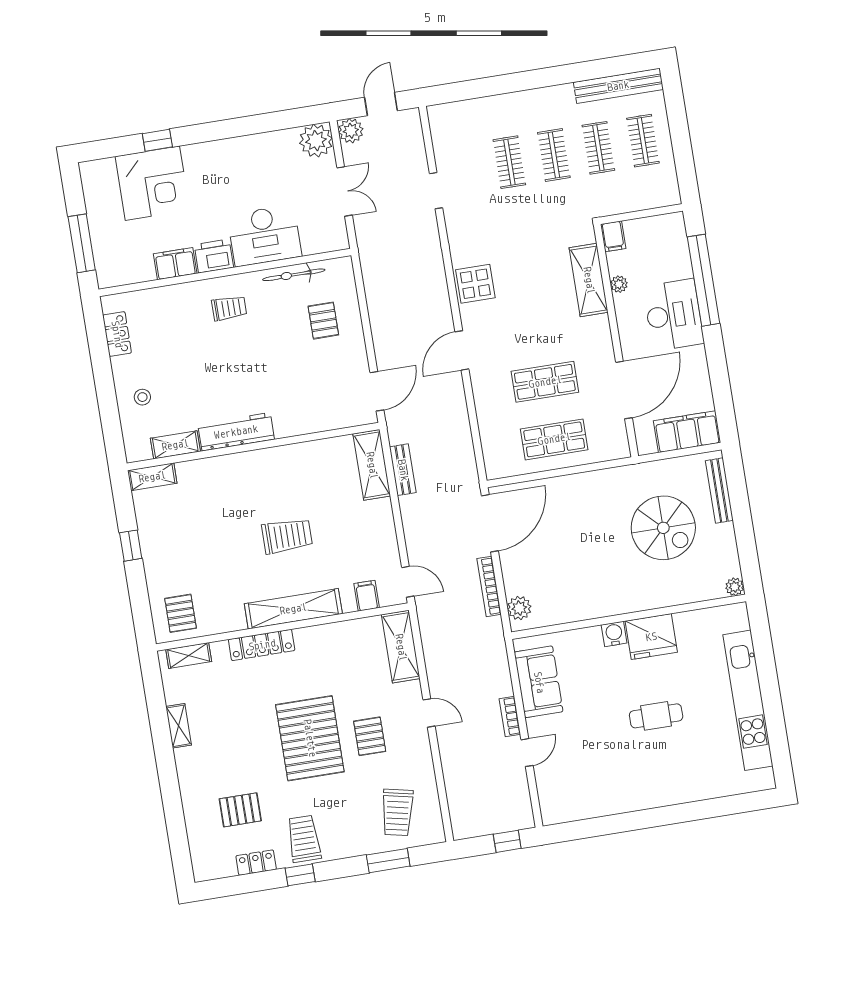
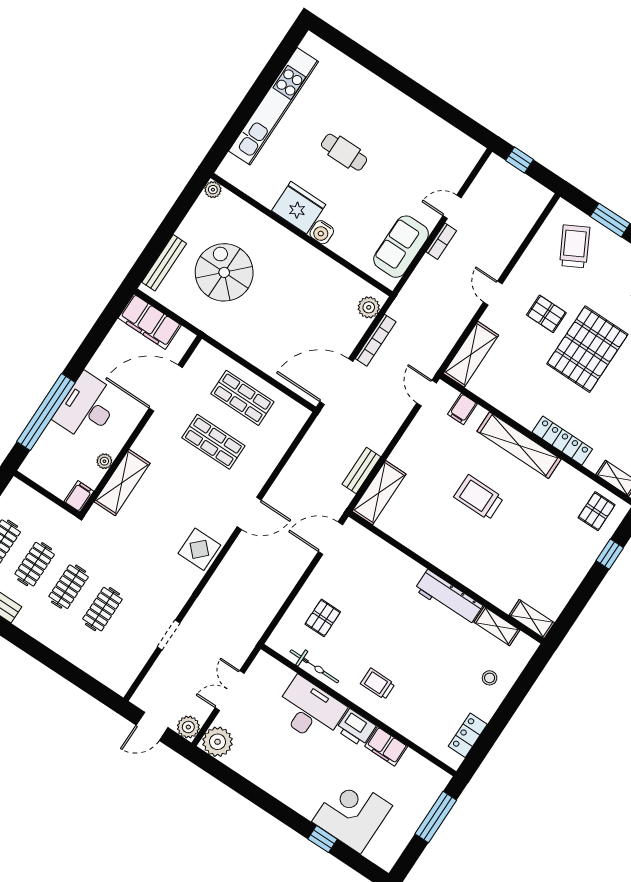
window: (131, 546) -> (610, 554), moved
pallet: (370, 736) -> (546, 314), turned 90
trolley: (397, 812) -> (575, 246), turned -40

